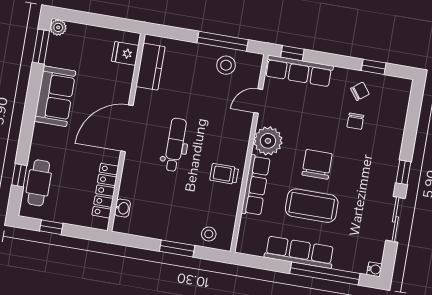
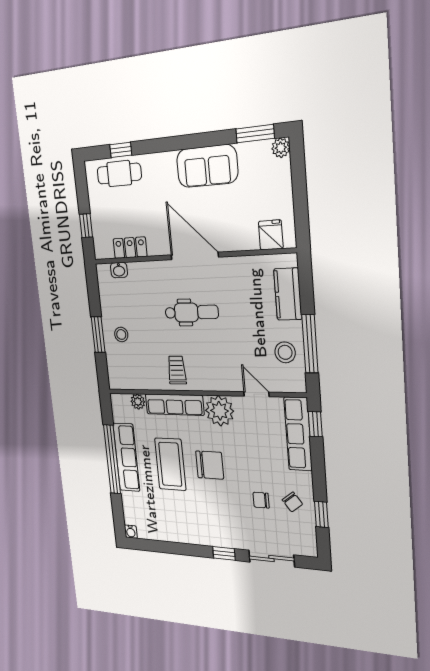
kitchen counter: (150, 67) -> (288, 294), moved, turned 90
locker: (105, 191) -> (130, 248), width x0.66
sliding door: (395, 219) -> (271, 558), moved
plant: (247, 224) -> (138, 402), added
window: (51, 227) -> (86, 226), moved
stool: (209, 234) -> (121, 334), moved
window: (325, 273) -> (112, 459), moved

